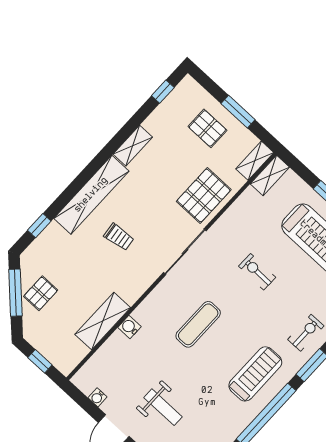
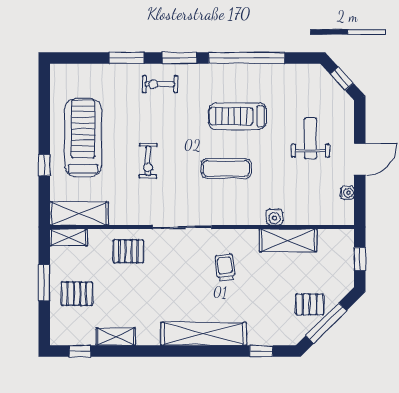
pallet: (207, 128) -> (77, 294), turned 90
shelving: (133, 146) -> (116, 337), moved
shelving: (270, 175) -> (79, 213), width x1.50, depth x1.33
pallet: (204, 195) -> (128, 251), width x0.67, depth x0.71
trolley: (119, 237) -> (225, 268), moved
treadmill: (255, 374) -> (238, 116), moved

